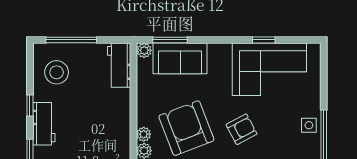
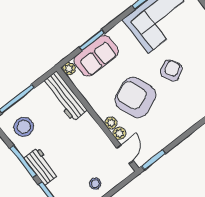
window: (170, 40) -> (92, 40), moved
workbench: (119, 65) -> (65, 96), width x1.38
window: (30, 105) -> (23, 162), width x2.17

